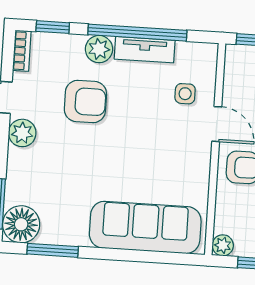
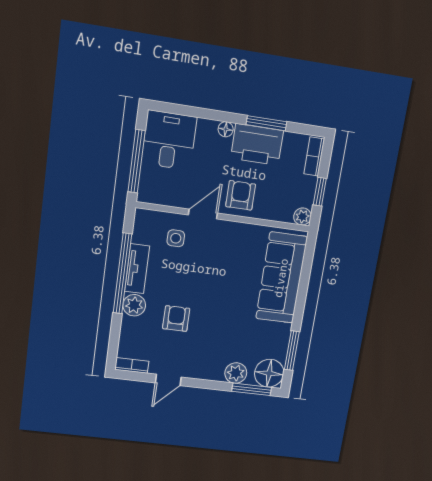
window: (53, 27) -> (114, 341), removed
armchair: (85, 101) -> (176, 319), width x0.72, depth x0.72
plant: (22, 133) -> (236, 373), moved

